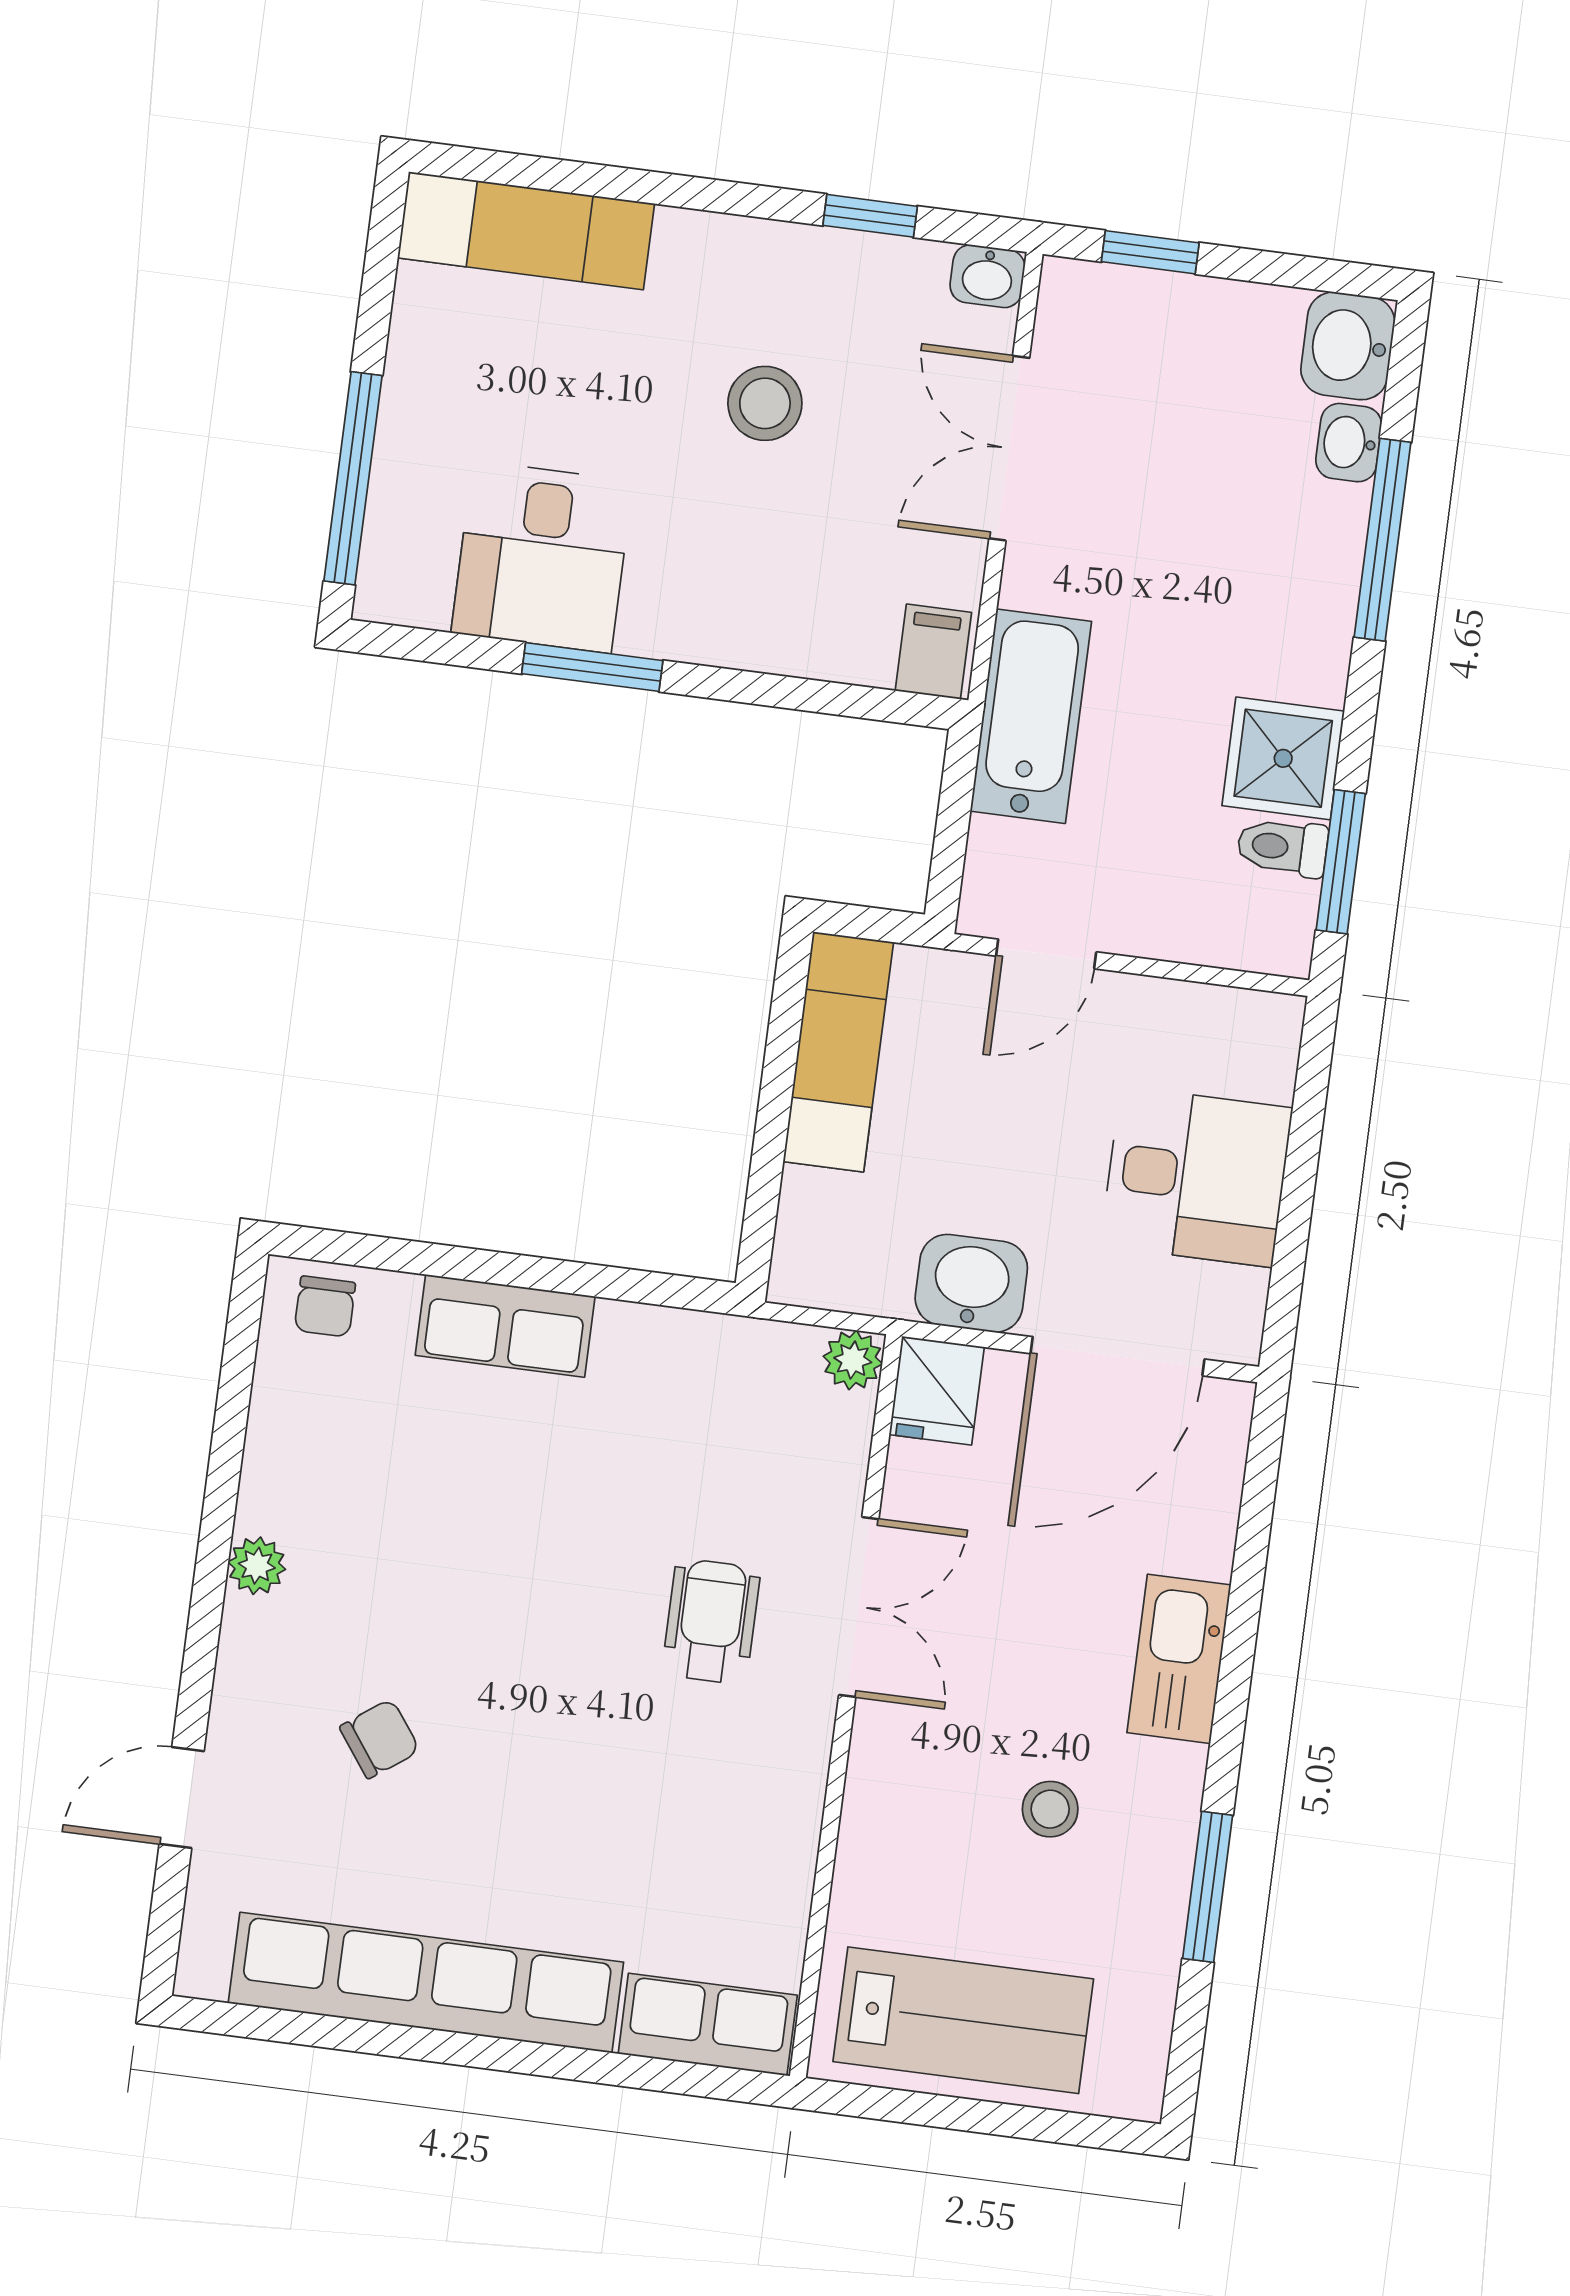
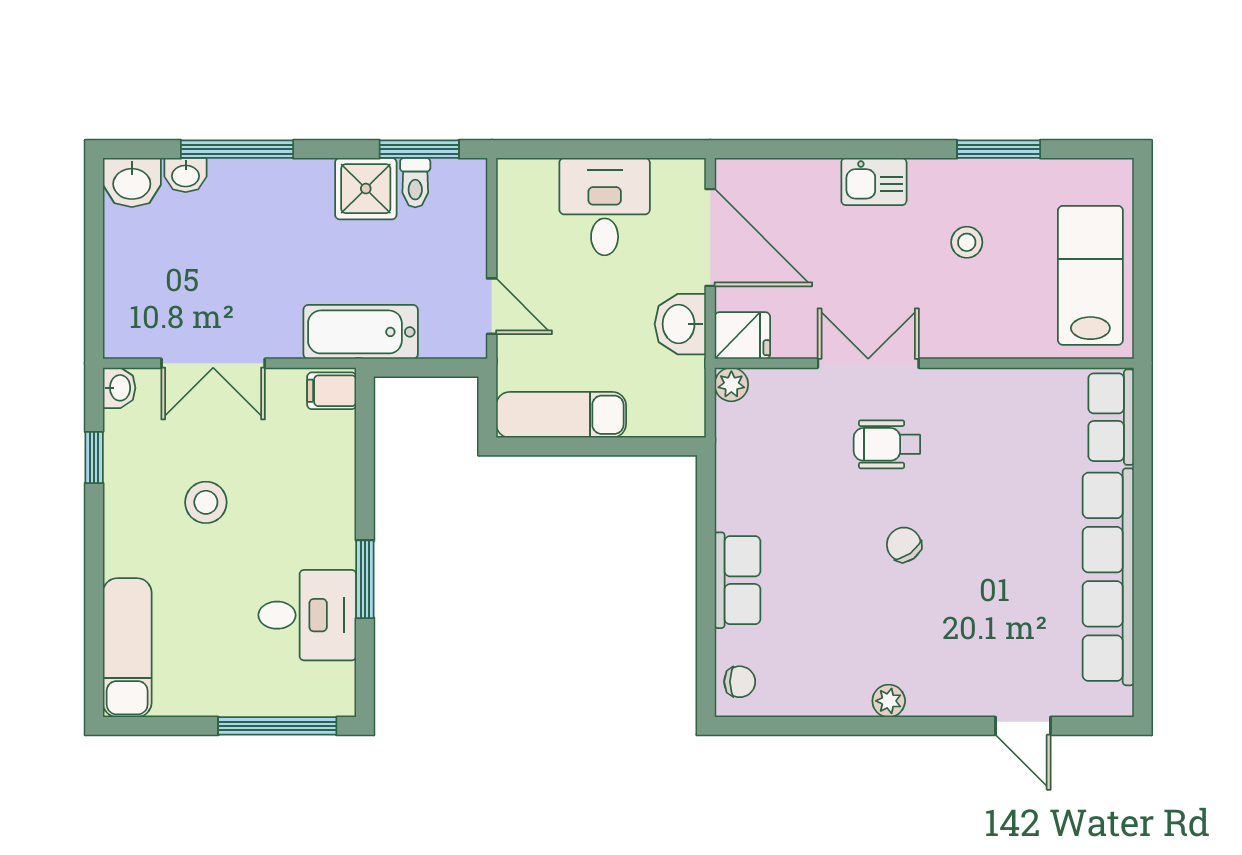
window: (1150, 252) -> (94, 299), removed
kitchen sink: (1179, 1659) -> (874, 182), width x0.73
chair: (380, 1739) -> (904, 545), moved

